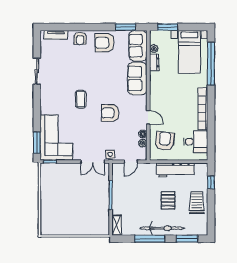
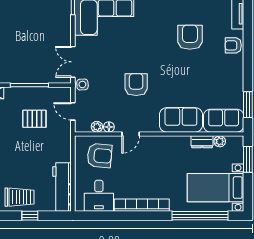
armchair: (105, 43) -> (190, 37), moved
coffee table: (81, 99) -> (154, 46), removed
workbench: (175, 170) -> (62, 187), moved
window: (211, 182) -> (30, 216), moved
pallet: (168, 200) -> (34, 119), moved

